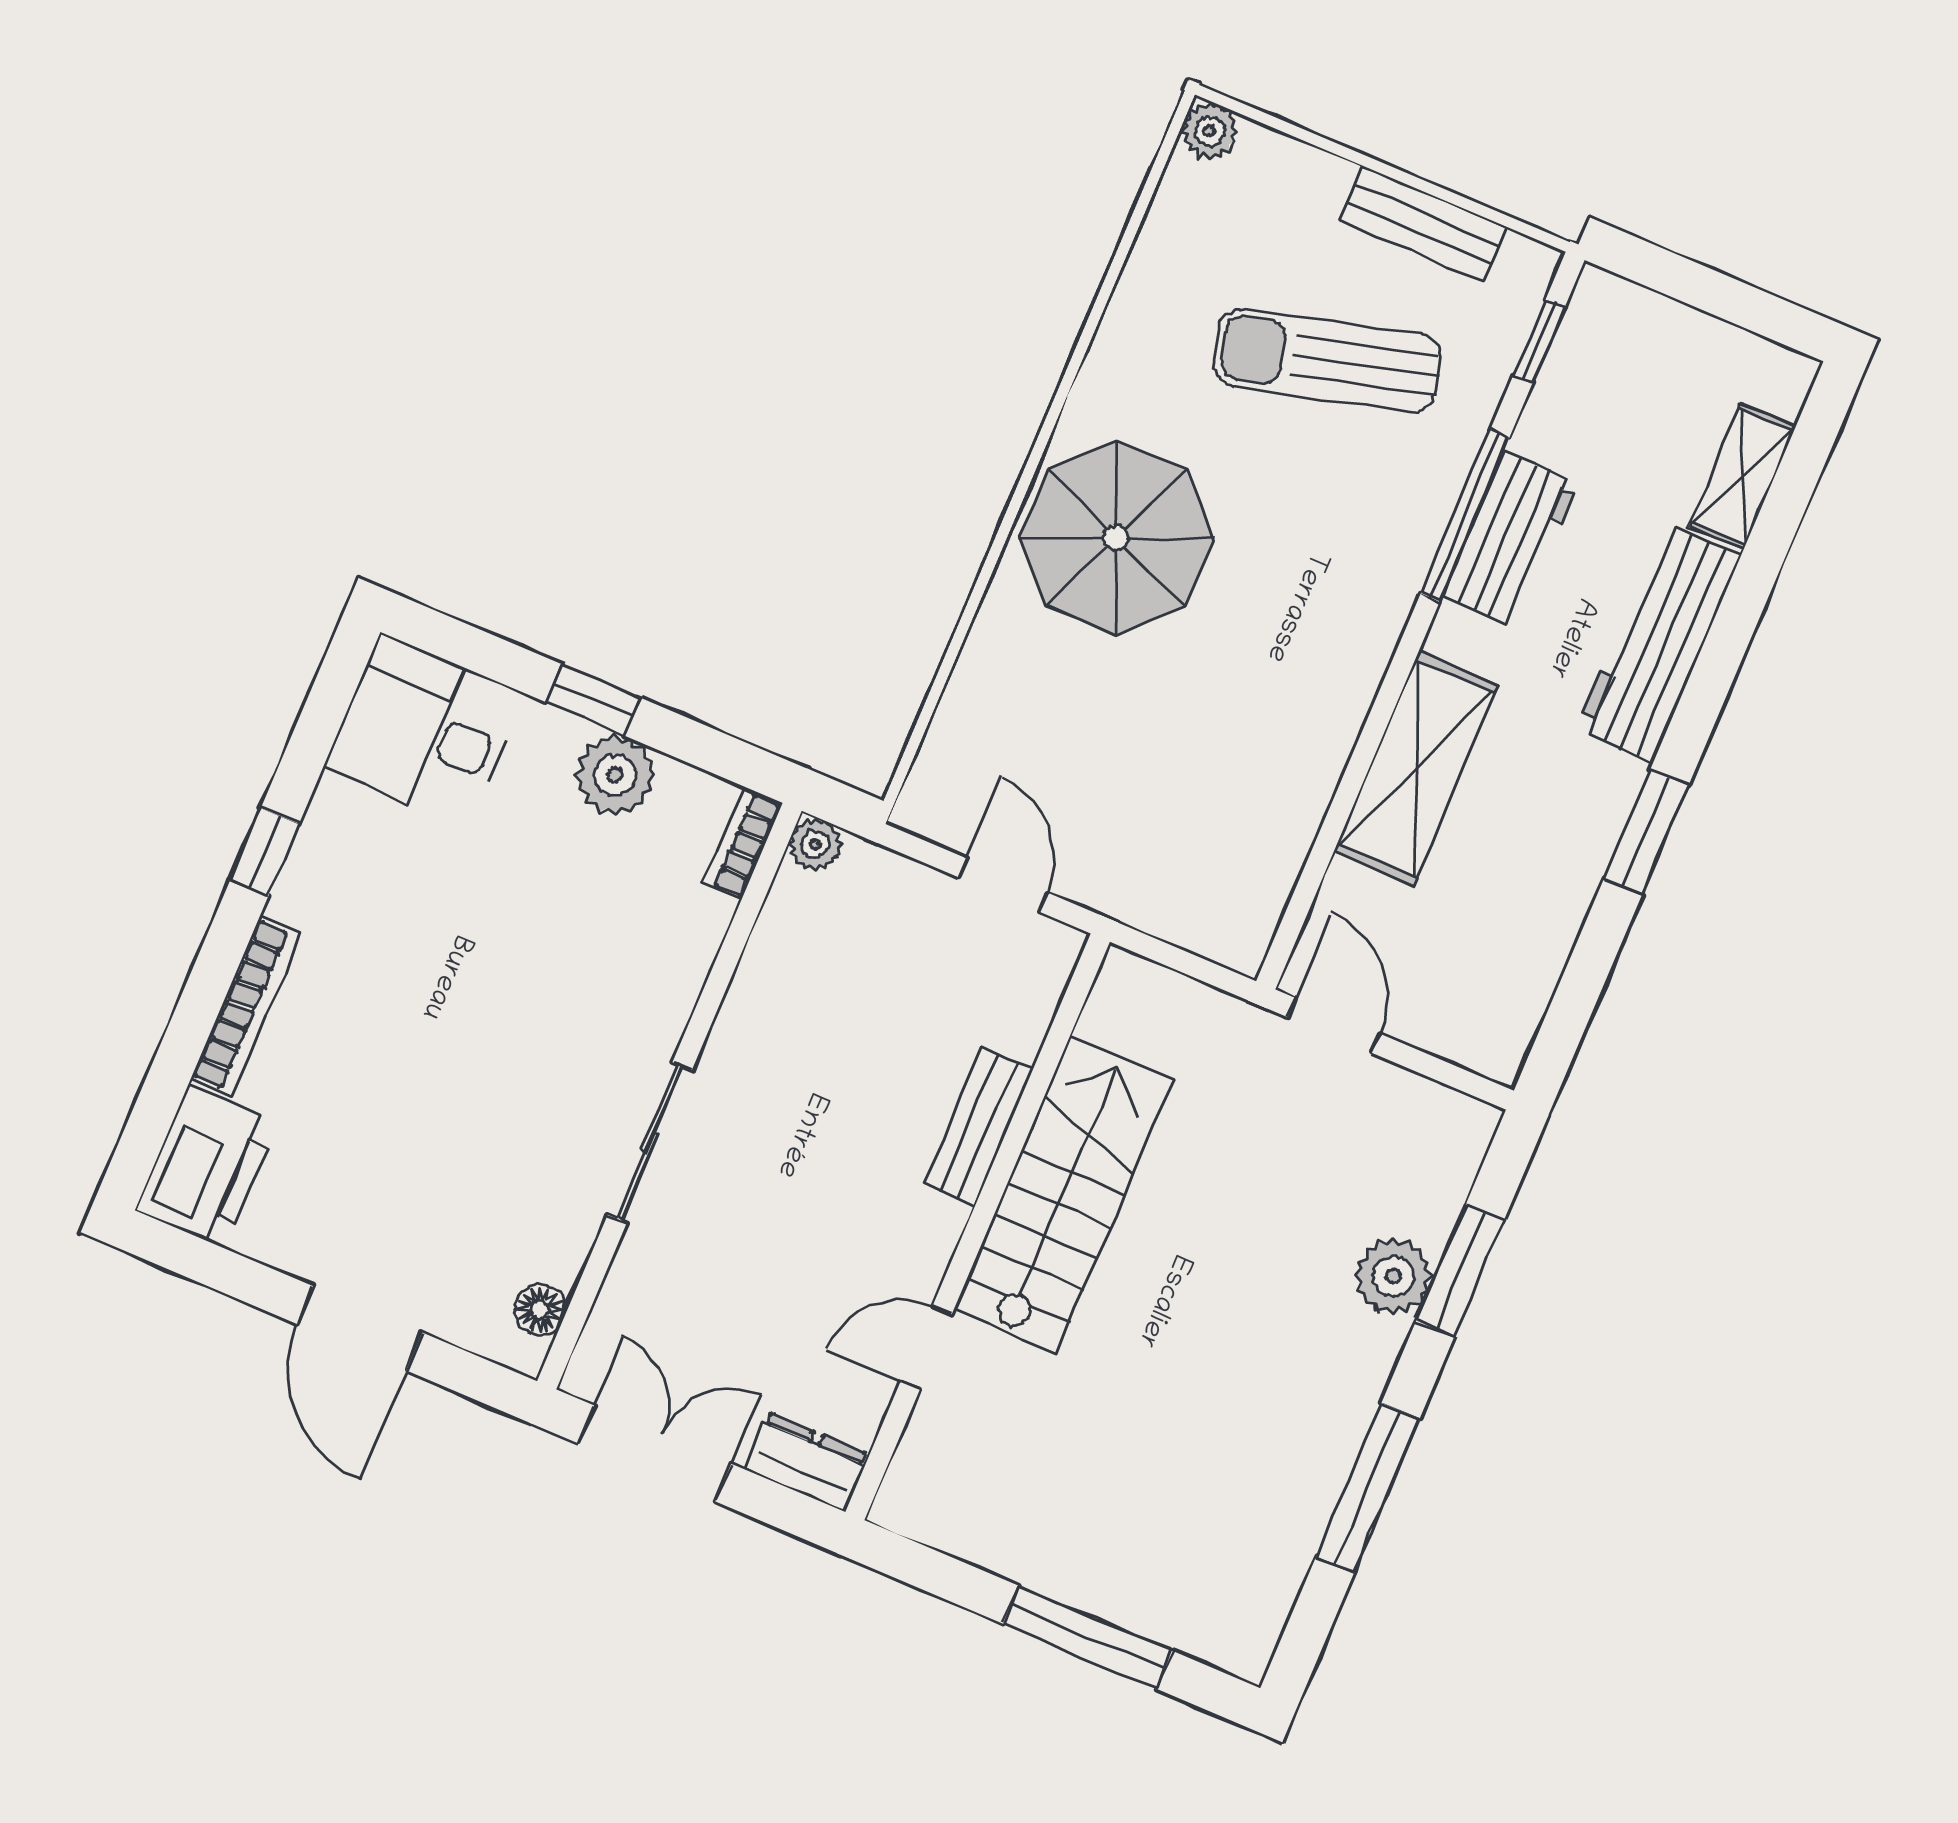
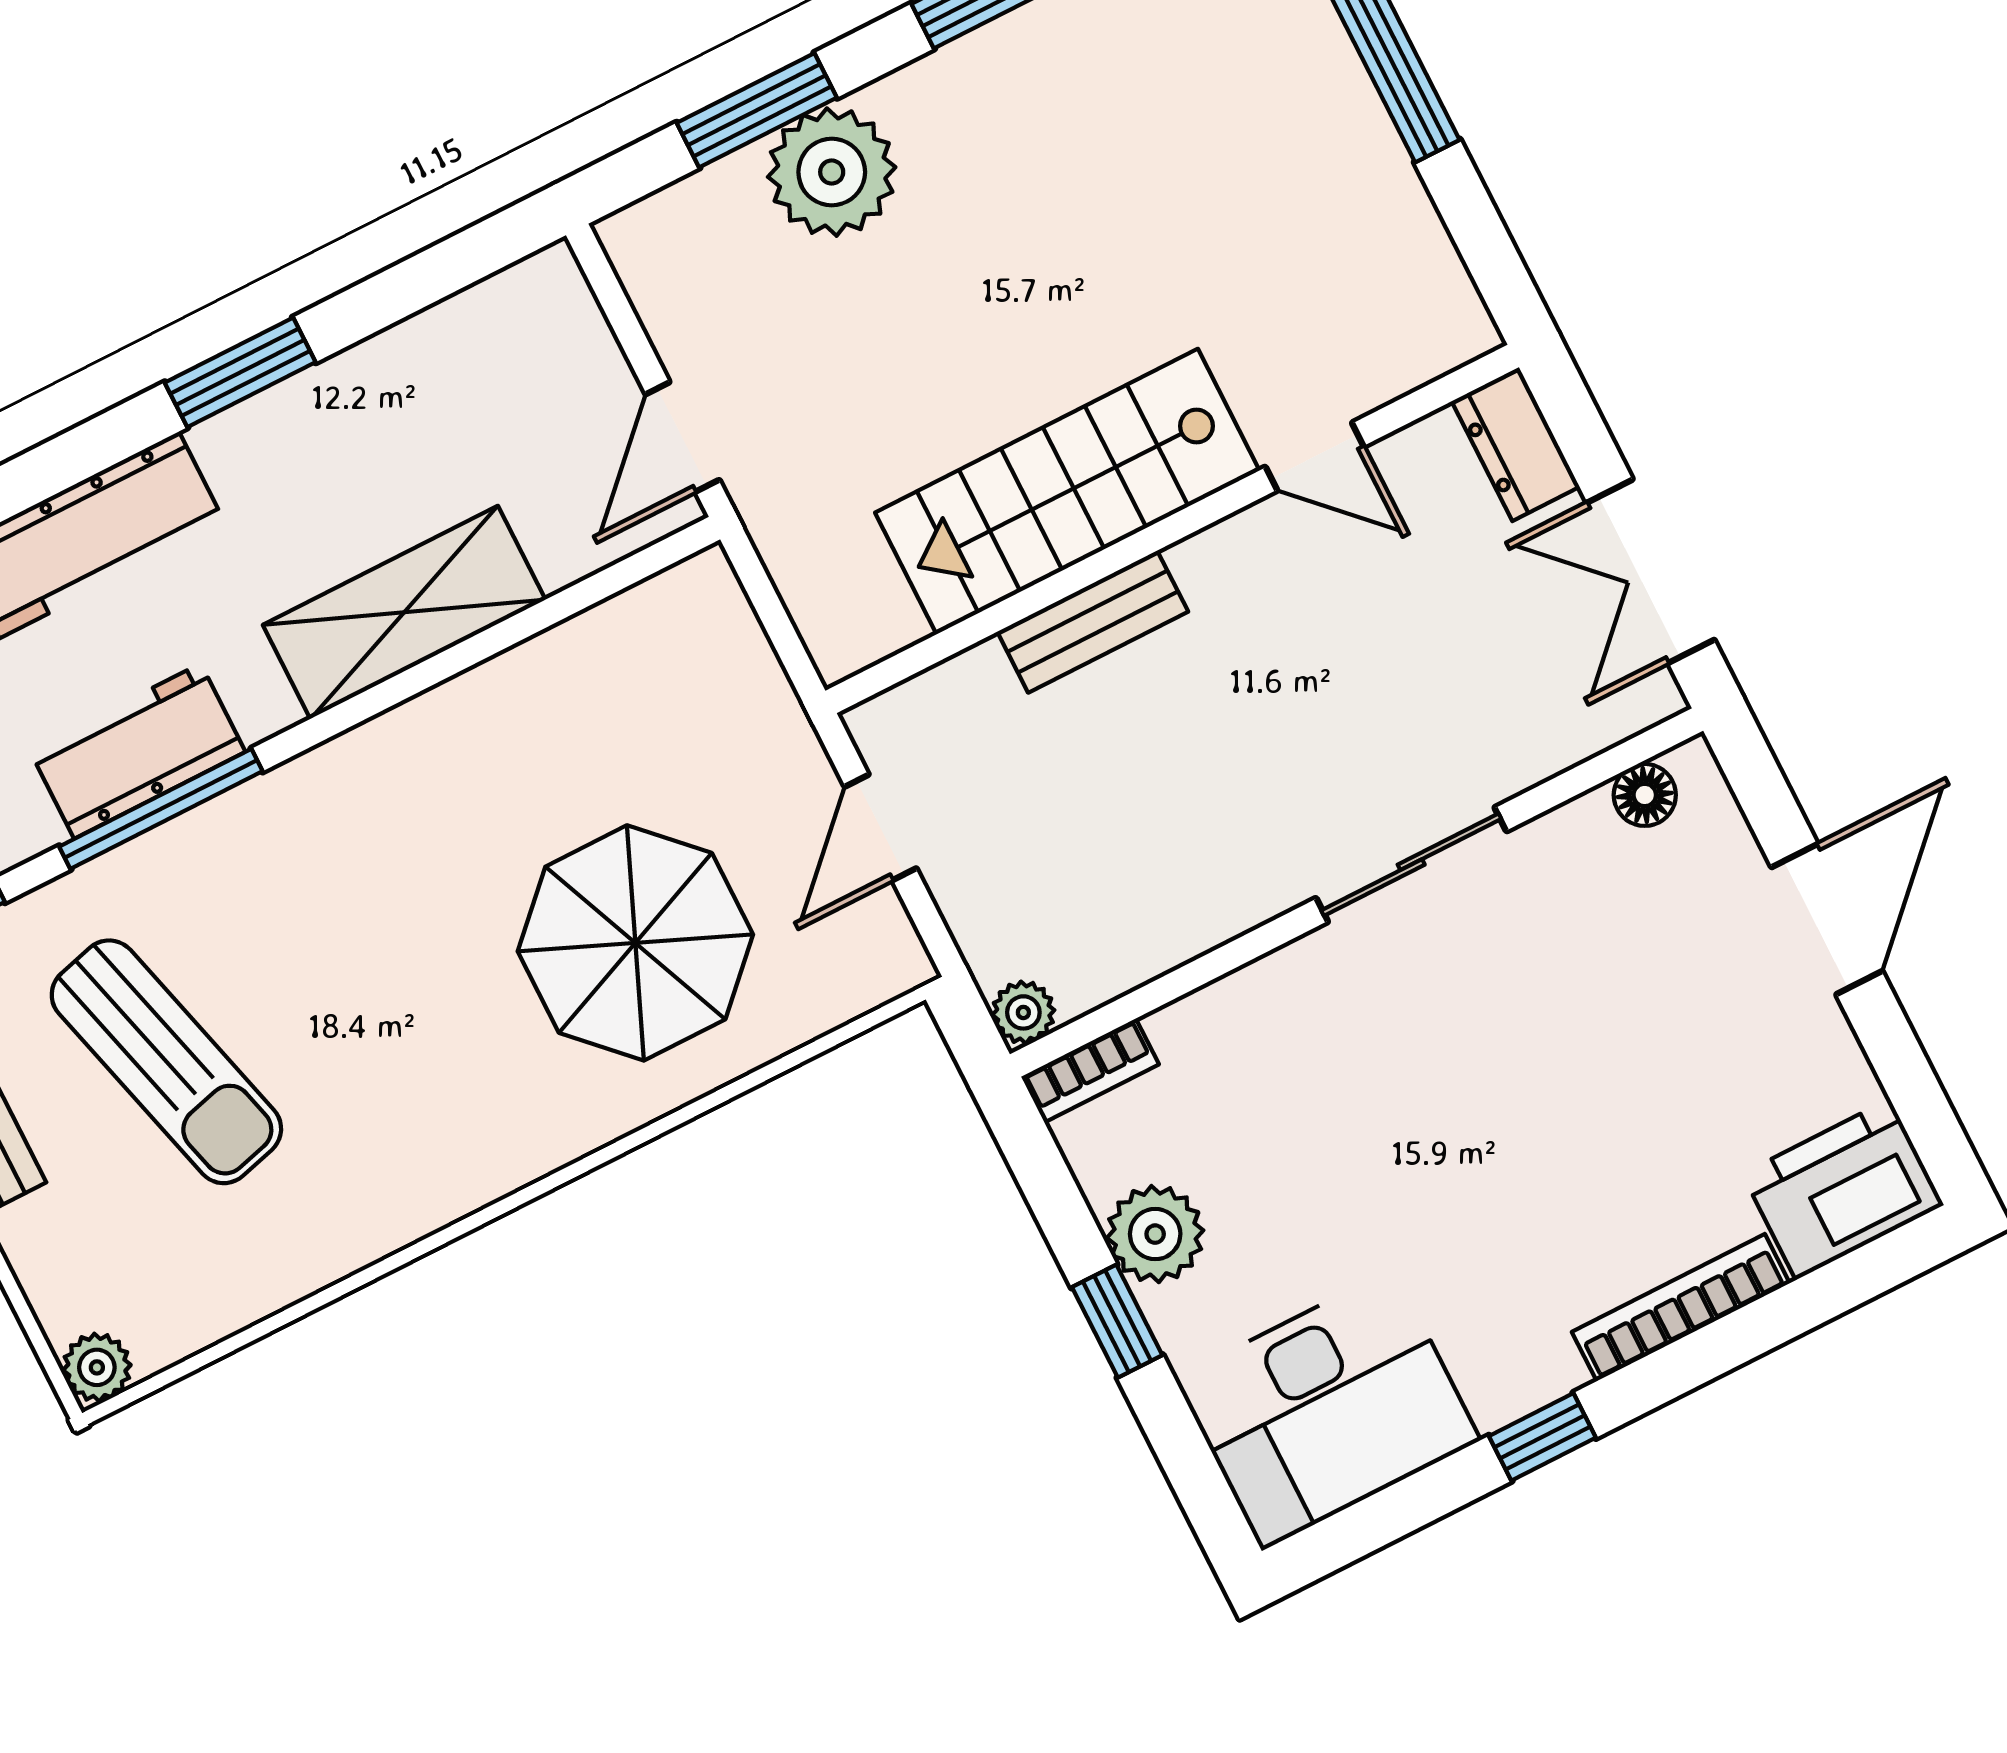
parasol: (1116, 538) -> (635, 943), moved
desk: (425, 731) -> (1328, 1410), width x1.37
plant: (1393, 1276) -> (832, 172), width x1.36, depth x1.36

